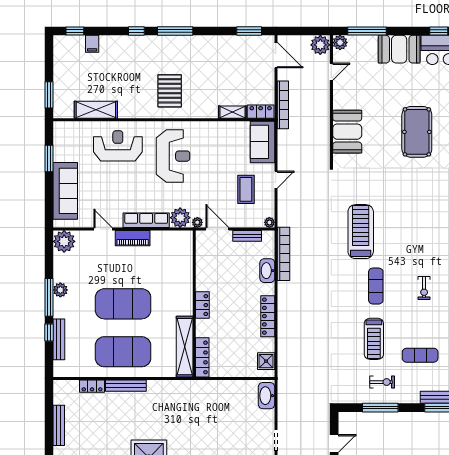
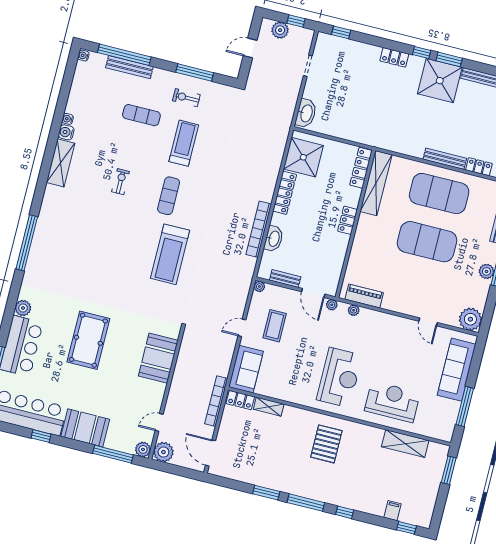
window: (249, 31) -> (266, 493), moved
reception desk: (118, 146) -> (392, 402), turned 180
reception desk: (173, 156) -> (339, 378), turned 180
window: (49, 158) -> (465, 406), width x1.44
plant: (180, 218) -> (354, 310), width x0.53, depth x0.53
row of seats: (146, 220) -> (383, 320), removed
piano: (133, 238) -> (364, 296), moved
bookcase: (283, 254) -> (259, 229), moved
shower: (266, 361) -> (303, 157), width x1.86, depth x1.86

